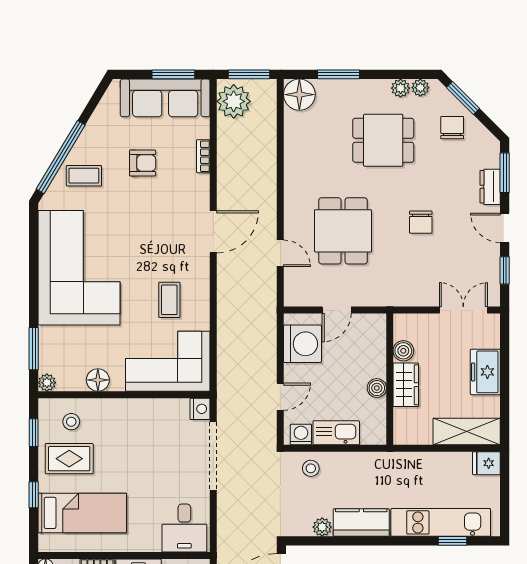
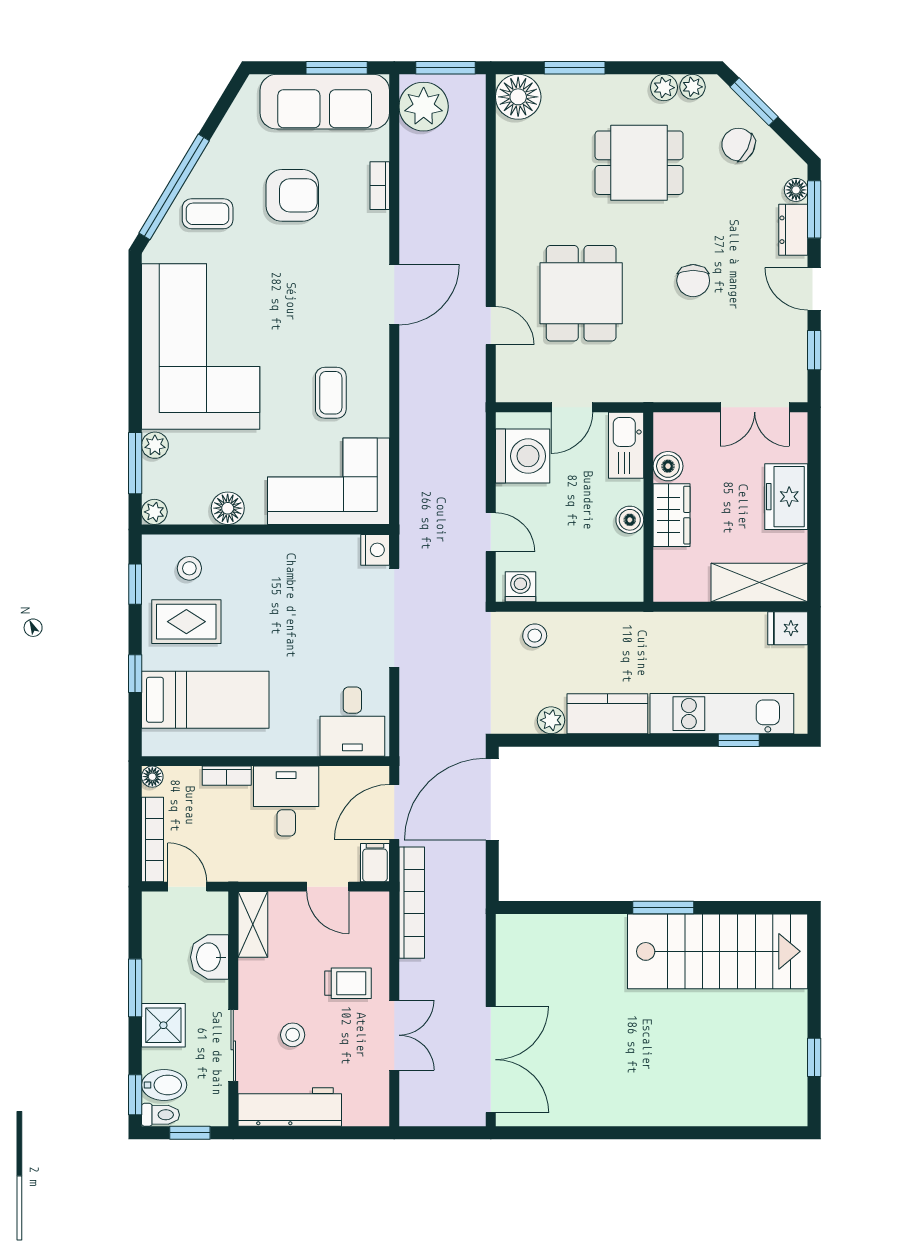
chair: (452, 128) -> (738, 144), turned -63
floor lamp: (492, 159) -> (796, 190), added
armchair: (143, 163) -> (292, 195), width x1.38, depth x1.38
double door: (463, 310) -> (755, 407), swing flipped
plant: (47, 336) -> (155, 445), added
door: (280, 397) -> (491, 532), hinge flipped
kitchen sink: (336, 433) -> (626, 445), moved, turned -90

